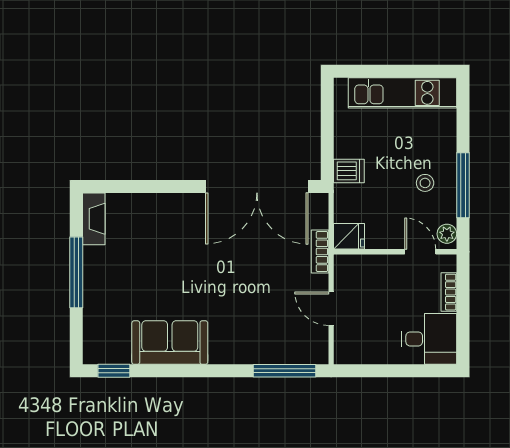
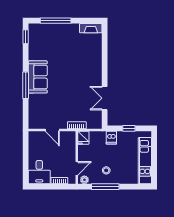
window: (327, 130) -> (129, 128), added
double door: (257, 186) -> (105, 98), width x0.54
window: (76, 272) -> (56, 21), moved
door: (331, 309) -> (52, 130), swing flipped
sofa: (170, 343) -> (38, 77), moved
window: (284, 371) -> (26, 85), moved

